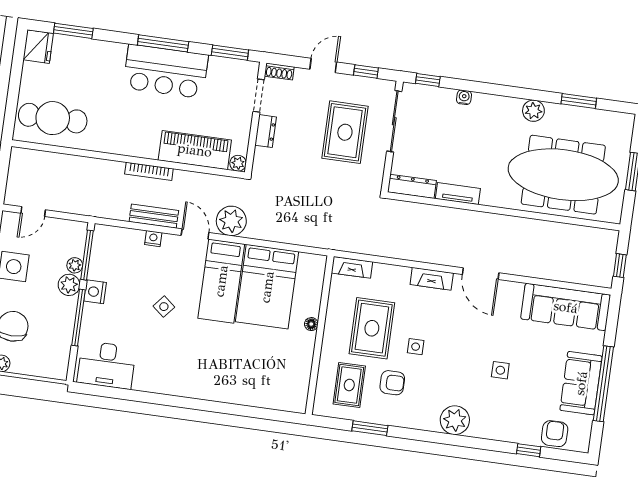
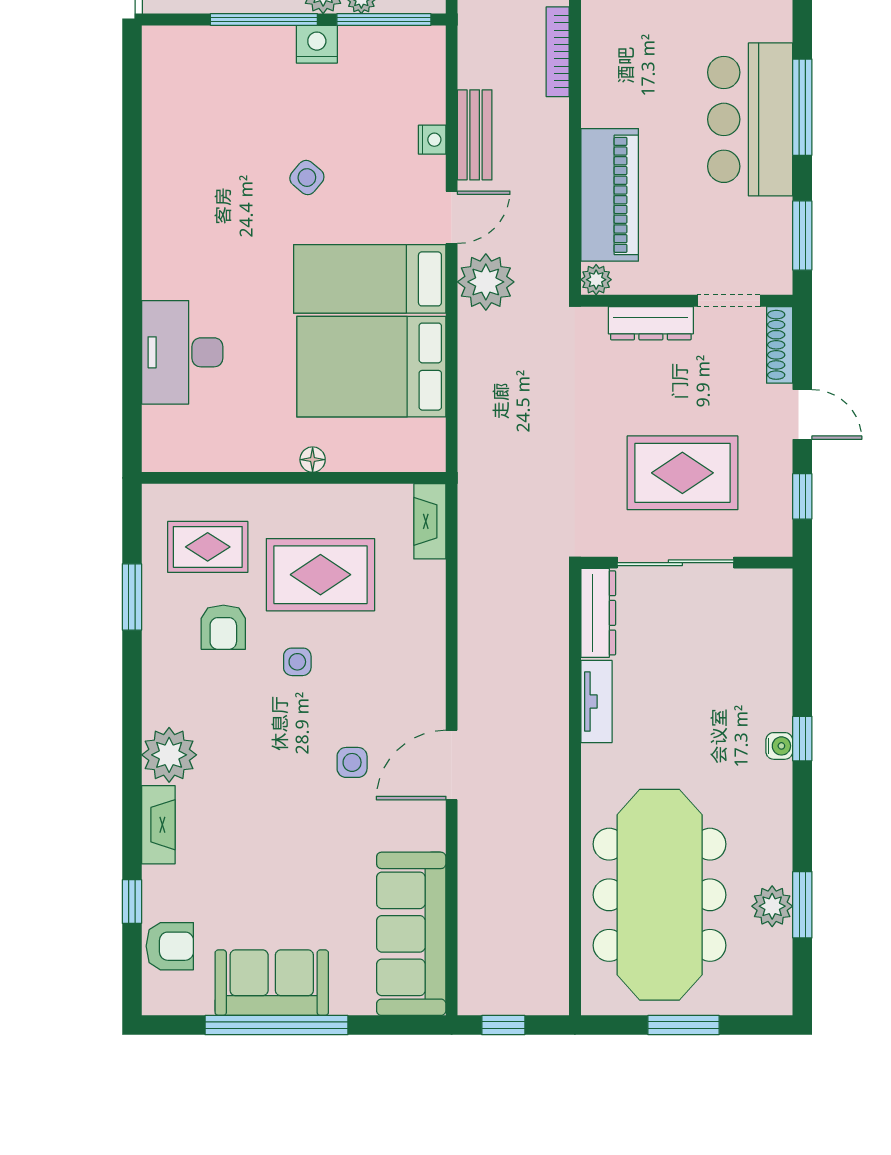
shoe rack: (279, 71) -> (780, 345), width x1.43
window: (428, 80) -> (802, 739), moved
water cooler: (464, 97) -> (779, 746), moved
plant: (533, 111) -> (772, 906), moved
sliding door: (394, 121) -> (675, 563), moved
dresser: (266, 131) -> (651, 323), width x1.44
bookcase: (149, 171) -> (558, 52), moved
fireplace: (432, 279) -> (158, 825), moved, turned 180
desk: (107, 365) -> (182, 352), moved
side table: (500, 370) -> (352, 762), moved

